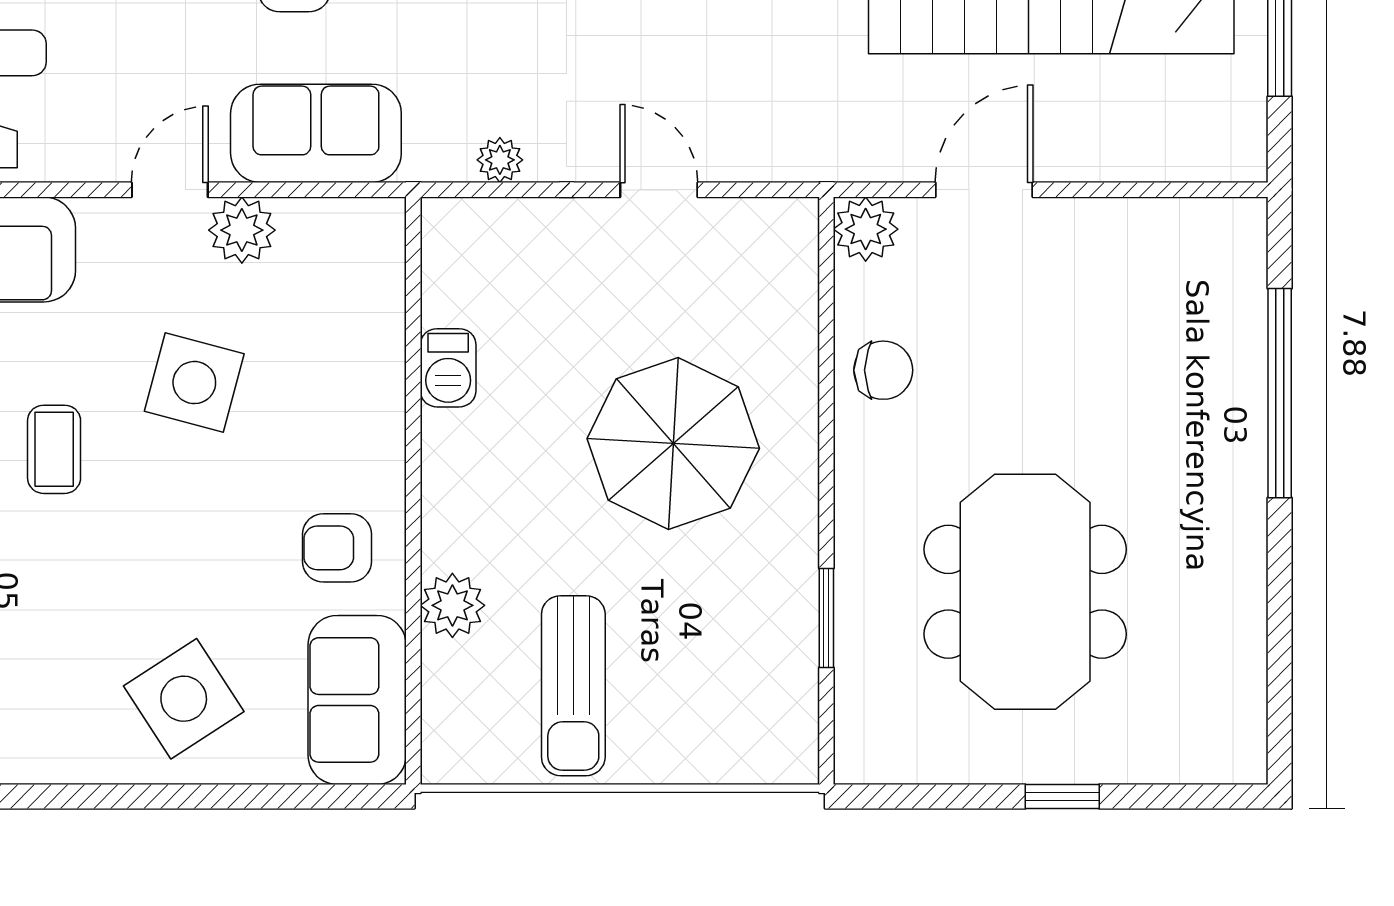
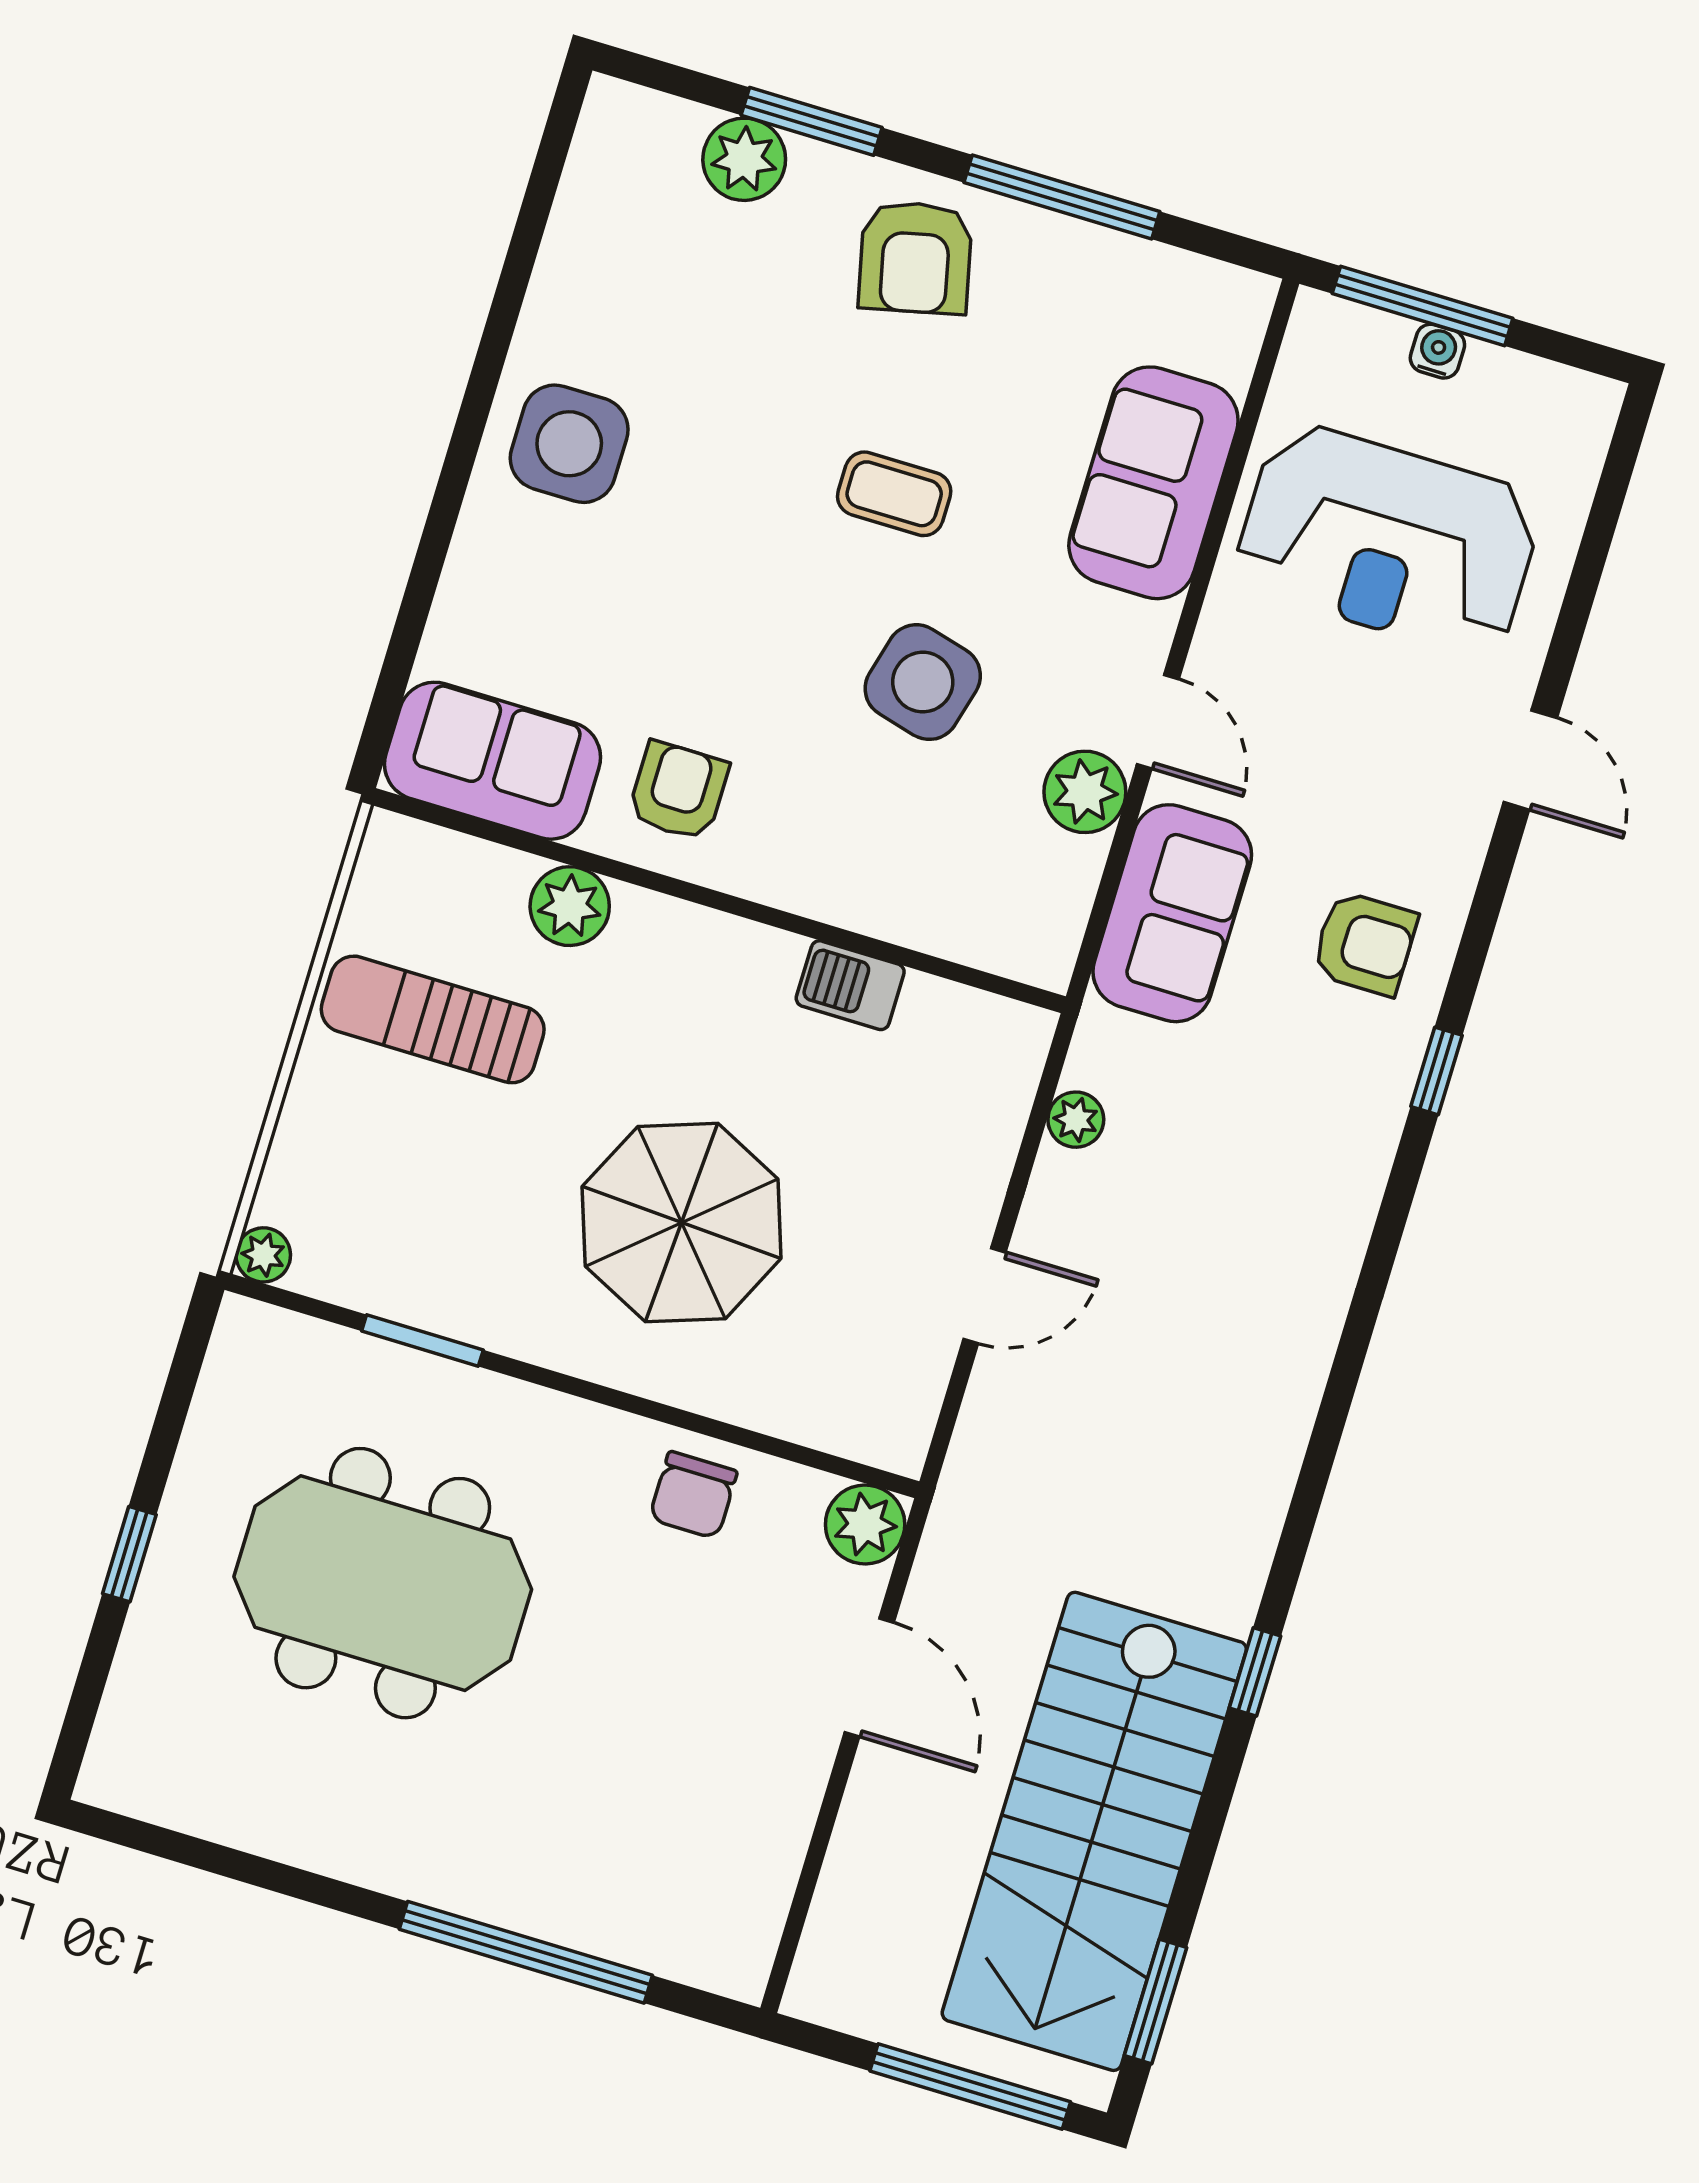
side table: (184, 699) -> (569, 444), moved, turned 33
plant: (797, 762) -> (263, 1255), added

